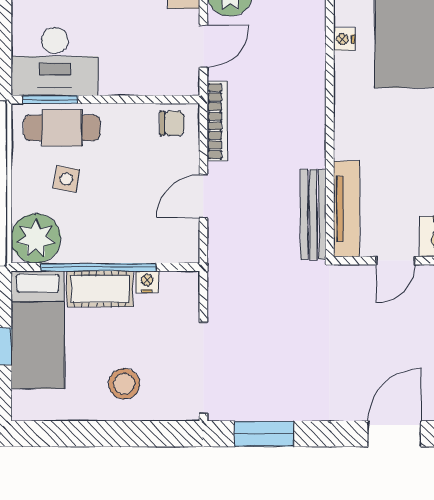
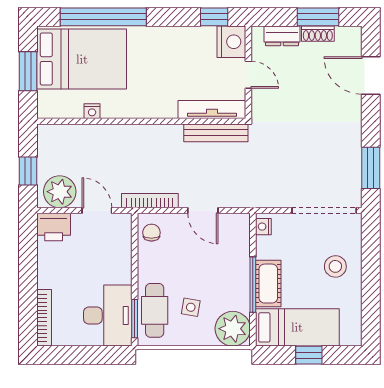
window: (98, 267) -> (253, 285), width x0.68
nightstand: (147, 282) -> (263, 227), moved

